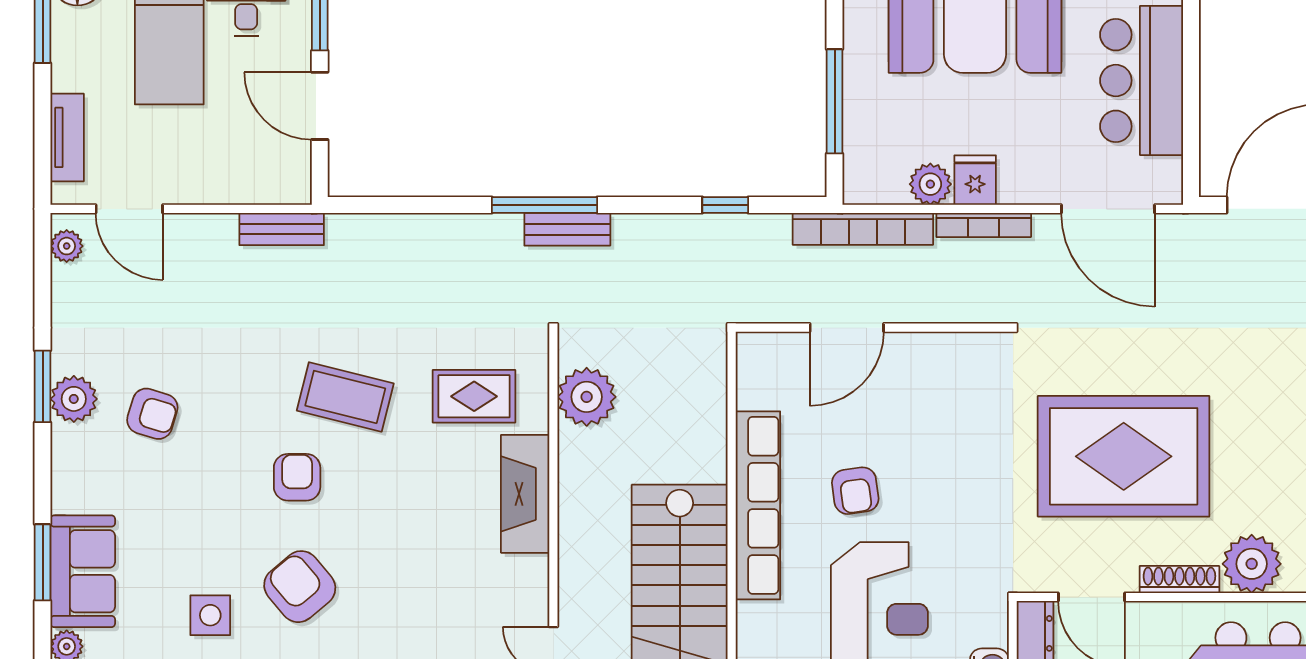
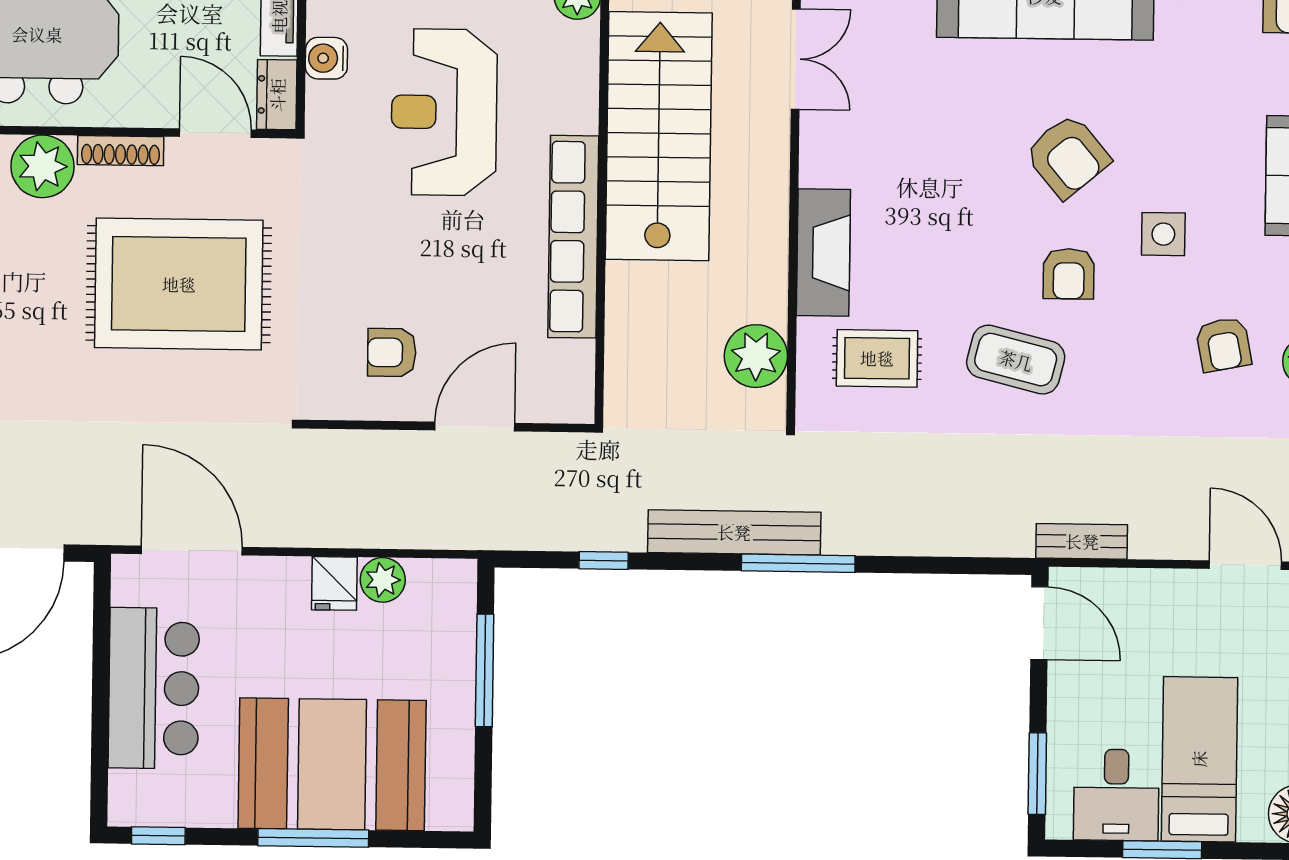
door: (320, 106) -> (1039, 623), moved
bookcase: (984, 225) -> (326, 535), removed
bench: (567, 229) -> (734, 532), width x1.86, depth x1.21
bookcase: (863, 229) -> (456, 533), removed
armchair: (152, 414) -> (1223, 344), turned -118
armchair: (855, 491) -> (392, 352), moved, turned -82
side table: (210, 615) -> (1163, 234), moved

